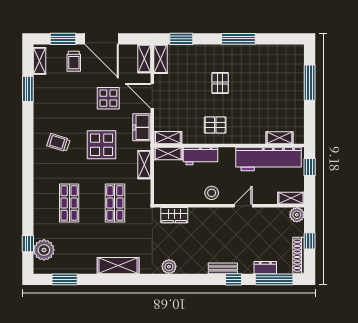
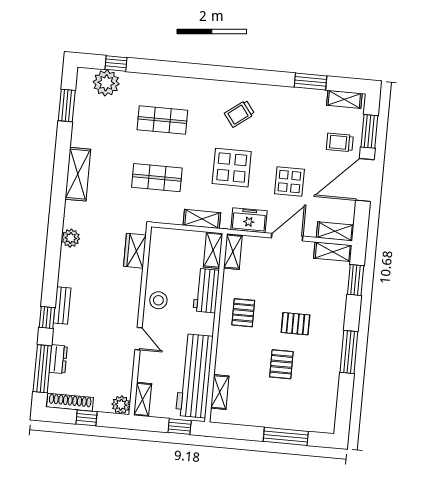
pallet: (253, 91) -> (281, 364), added
trolley: (58, 143) -> (239, 114), turned -145

